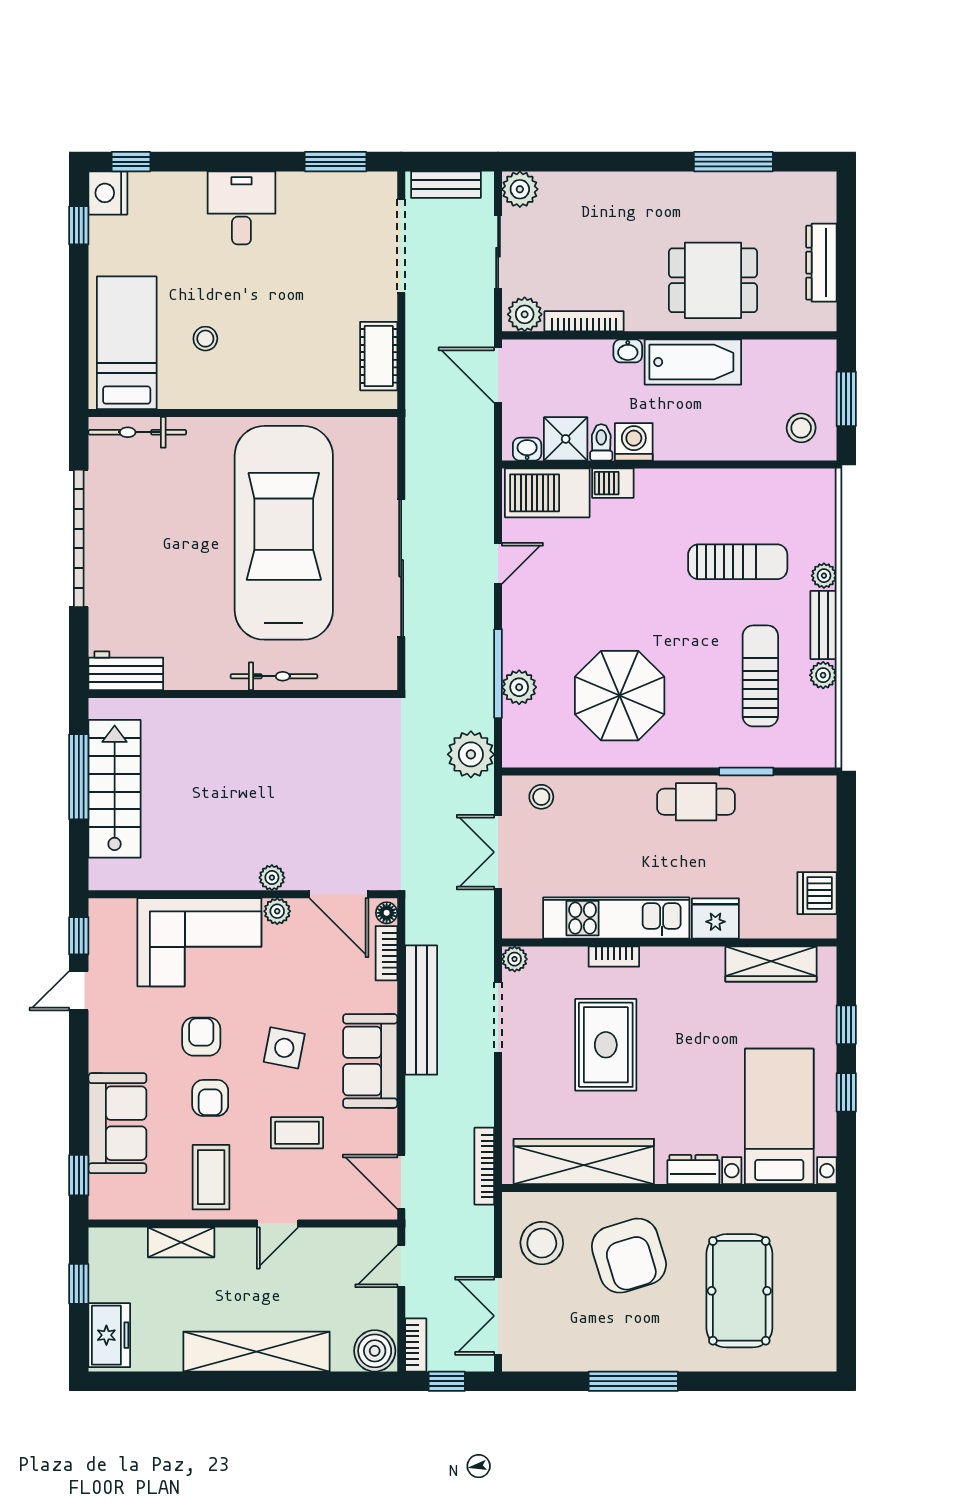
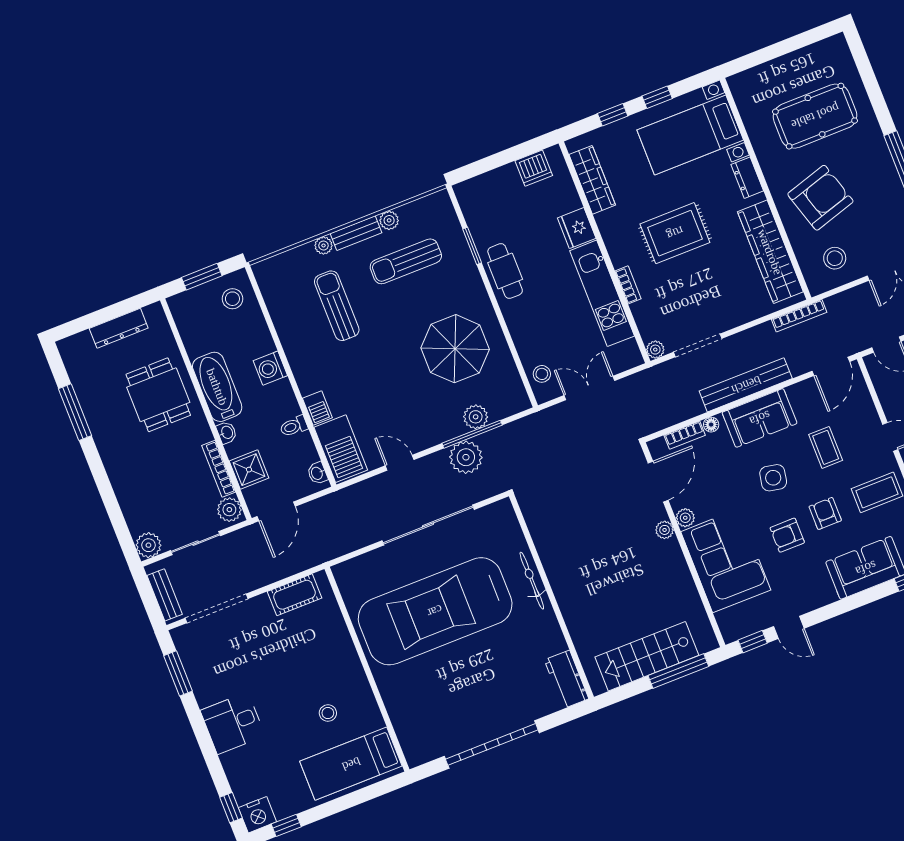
bicycle: (137, 432) -> (407, 733), removed
shower: (566, 439) -> (249, 470), moved
washing machine: (634, 442) -> (270, 368), moved
plant: (471, 754) -> (466, 457), moved
window: (79, 777) -> (678, 671), moved
double door: (498, 852) -> (589, 388), swing flipped
floor lamp: (387, 913) -> (711, 425), moved
bench: (421, 1010) -> (746, 385), moved
rug: (606, 1045) -> (675, 233), moved
armchair: (210, 1098) -> (825, 513), turned -90
stool: (542, 1243) -> (835, 258), width x0.73, depth x0.73

